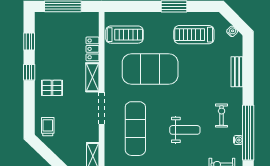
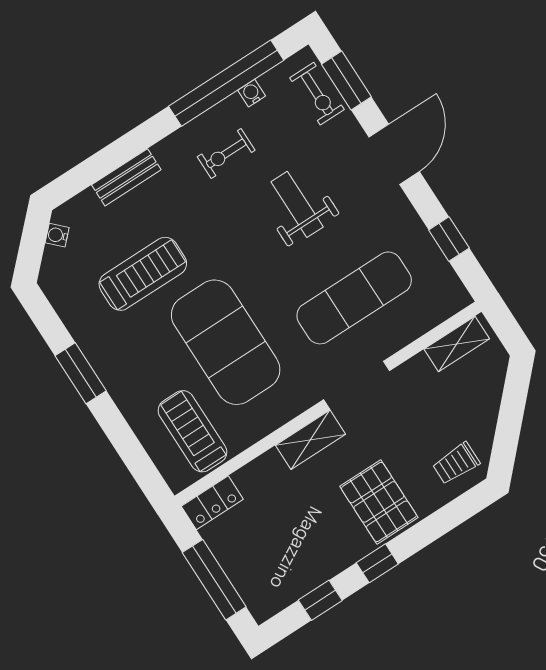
treadmill: (194, 35) -> (143, 274), moved, turned -90
locker: (93, 49) -> (212, 503), moved
pallet: (52, 88) -> (379, 502), width x1.50, depth x1.42

